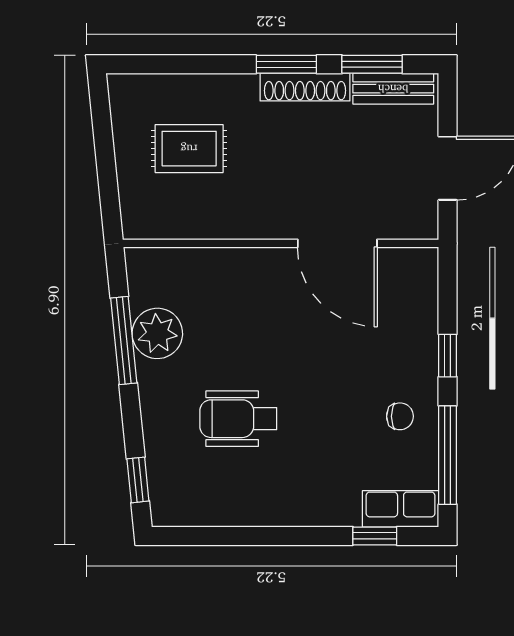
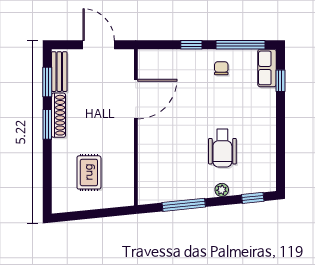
plant: (157, 333) -> (222, 190), moved, width x0.53, depth x0.53

